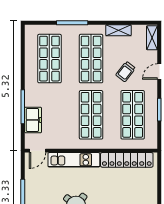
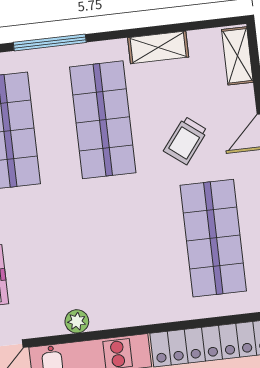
shop shelf: (91, 115) -> (118, 249), removed
plant: (70, 144) -> (77, 321), added

